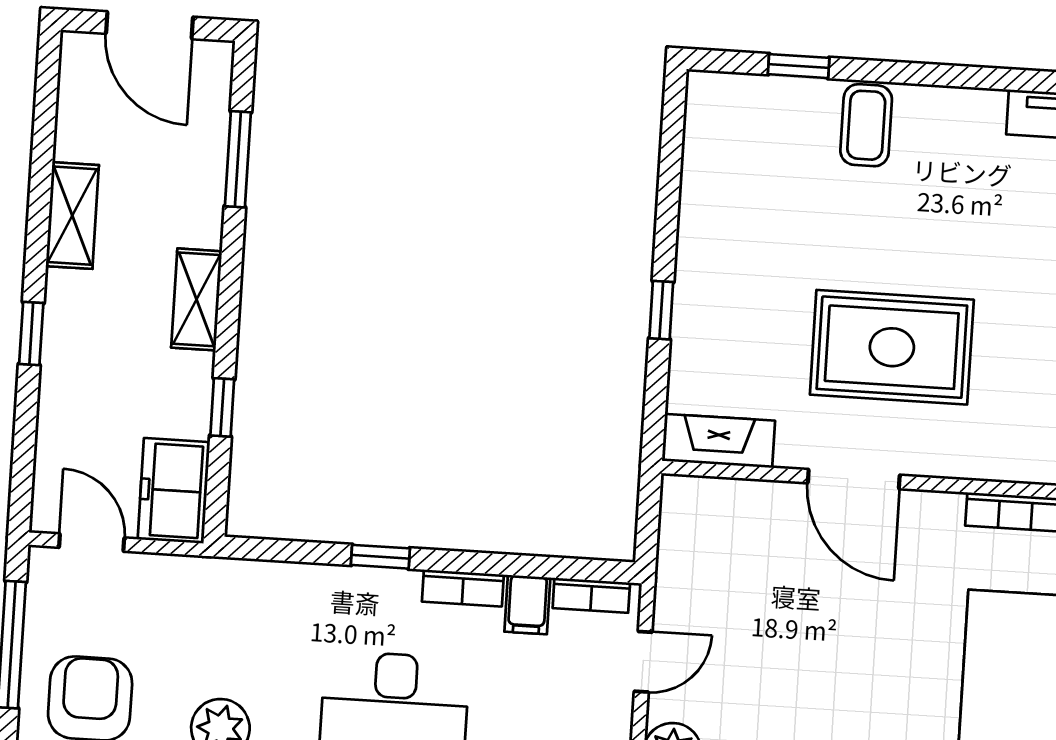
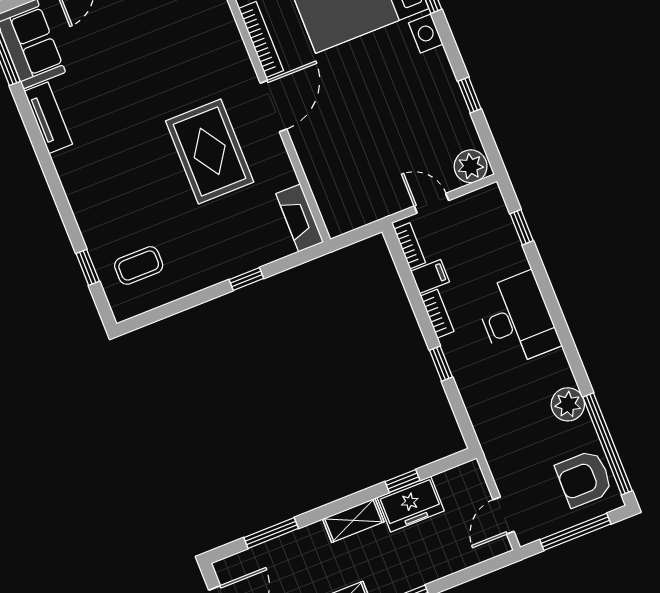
coffee table: (866, 125) -> (139, 265), moved
door: (854, 479) -> (273, 106), moved
freezer: (174, 491) -> (411, 504), moved

